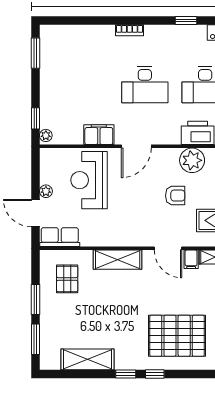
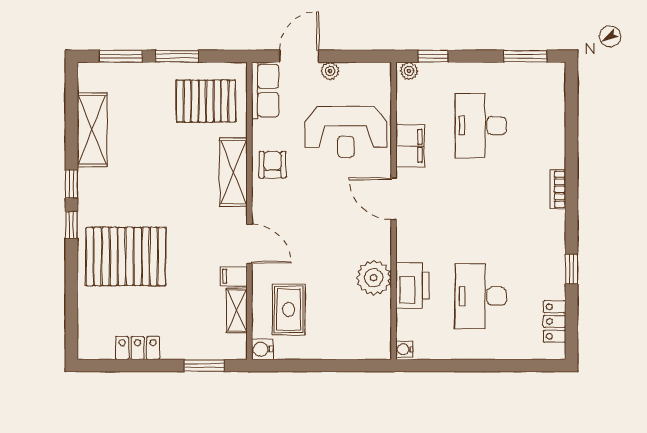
desk: (145, 85) -> (481, 126), moved
reception desk: (89, 180) -> (346, 132), turned 180
armchair: (175, 196) -> (272, 165), moved, turned 180
door: (168, 248) -> (249, 244), swing flipped
pallet: (67, 279) -> (206, 101), width x1.50, depth x1.42
pallet: (177, 336) -> (126, 256), turned 90

